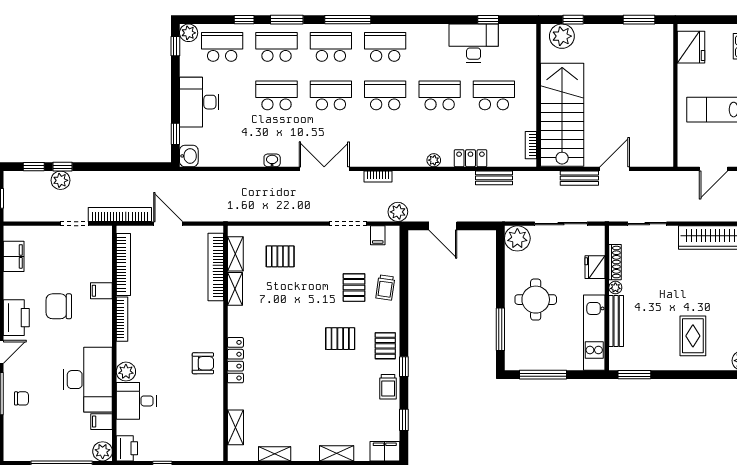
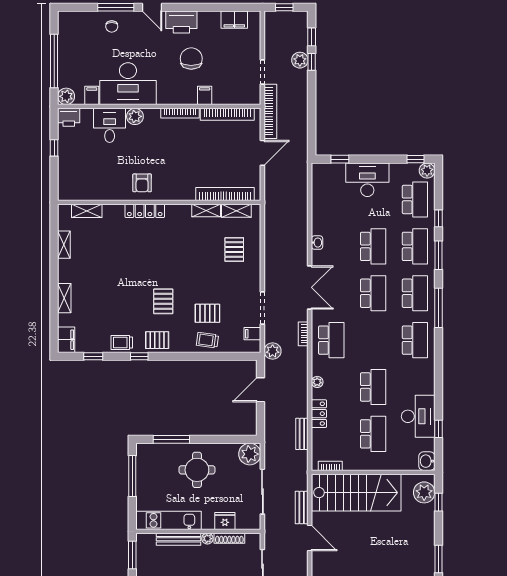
school desk: (385, 95) -> (331, 340), moved
washbasin: (189, 156) -> (427, 461), moved, turned 90

